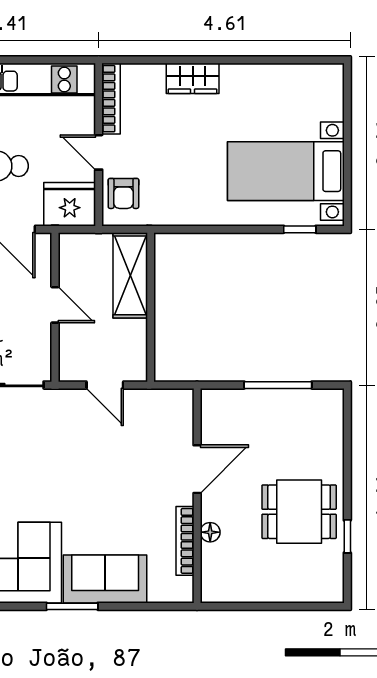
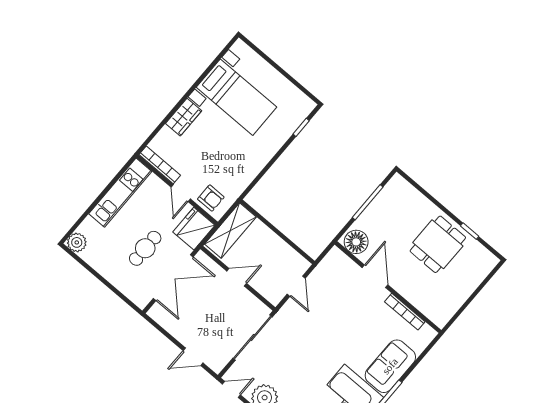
door: (99, 152) -> (181, 193), hinge flipped
bed with nightstands: (286, 171) -> (237, 97), moved, turned -90
shelving: (130, 275) -> (230, 230), moved, turned 90
door: (105, 385) -> (296, 286), hinge flipped
floor lamp: (210, 532) -> (356, 242), moved, width x1.89, depth x1.89

